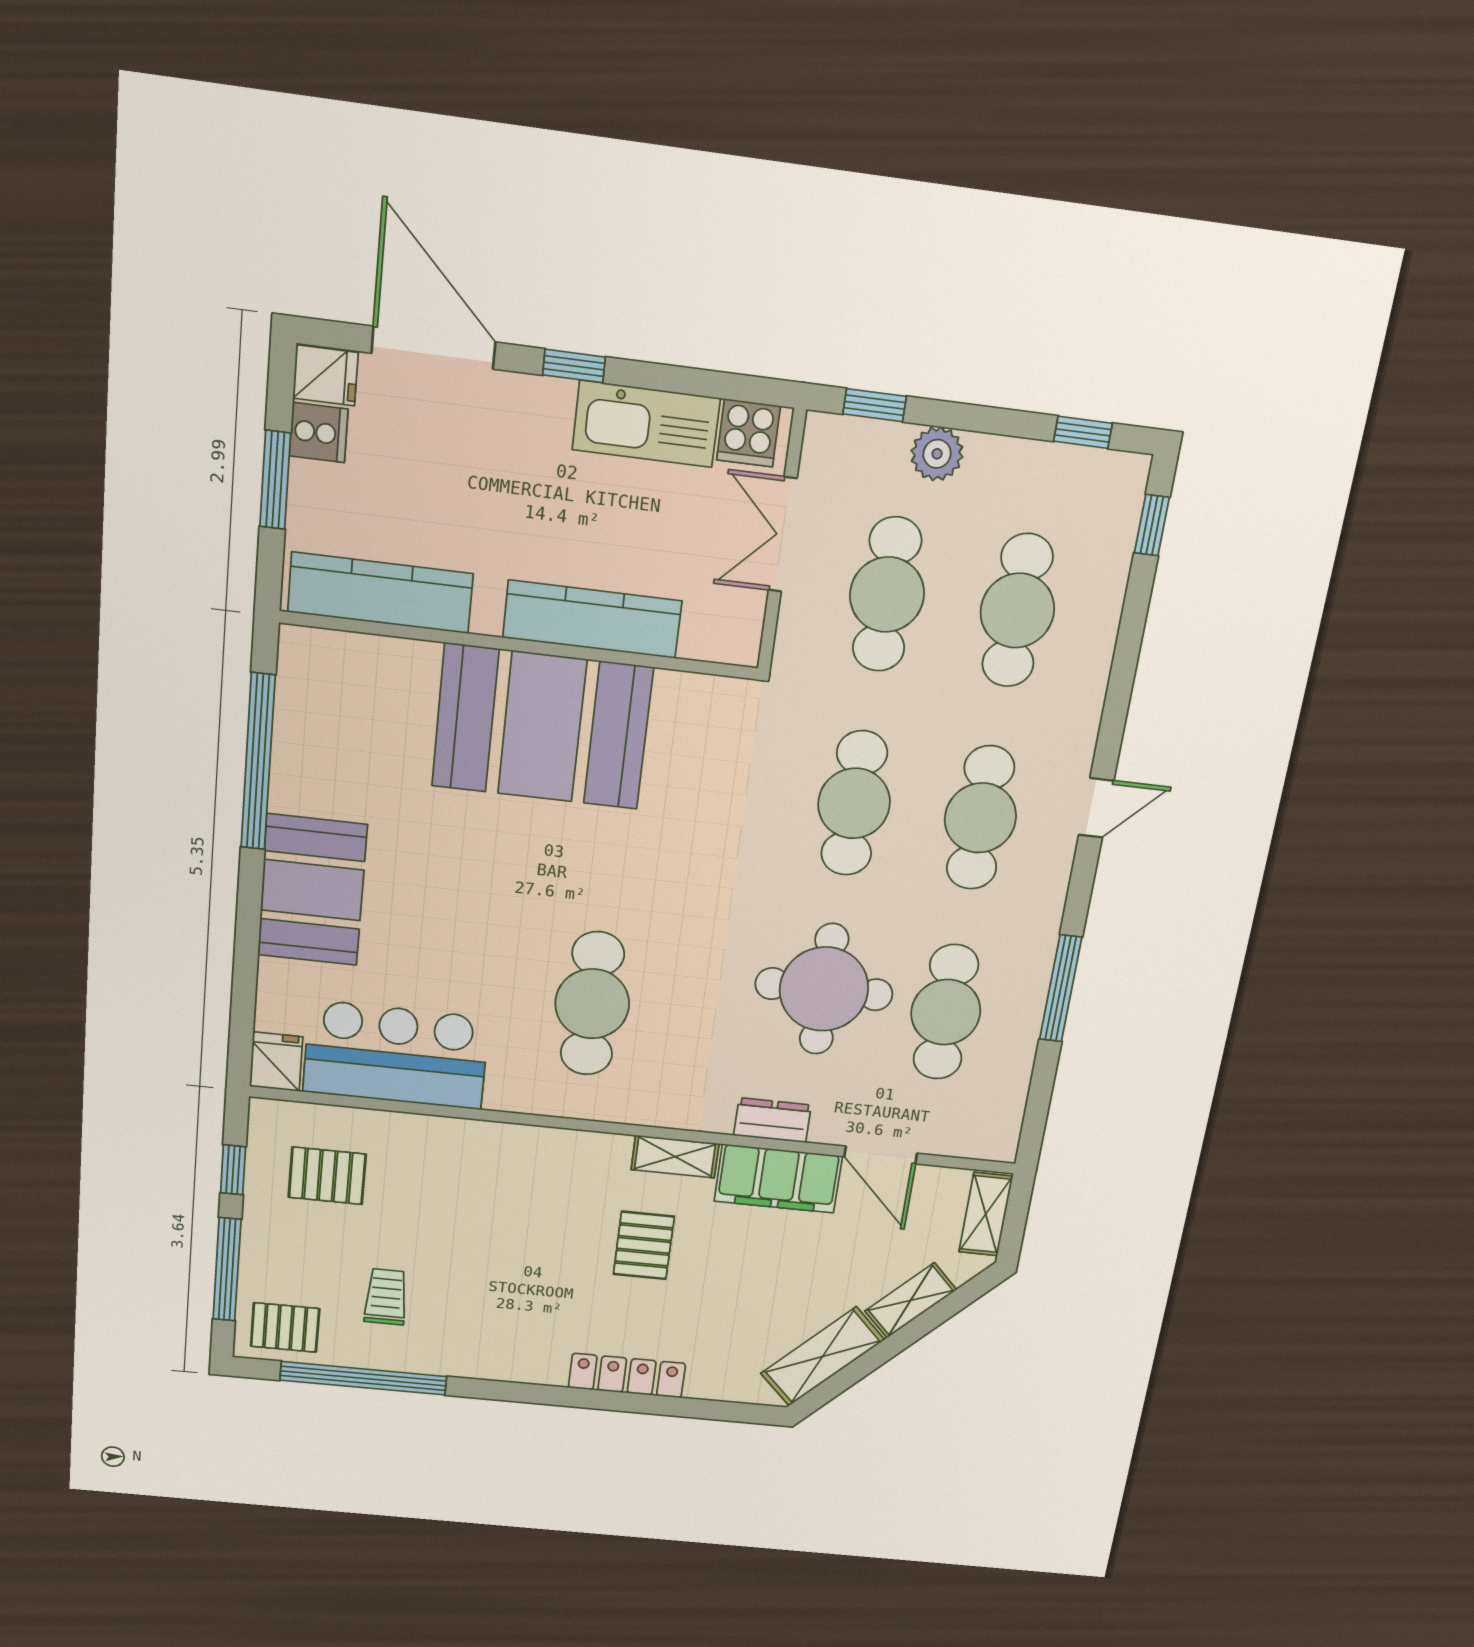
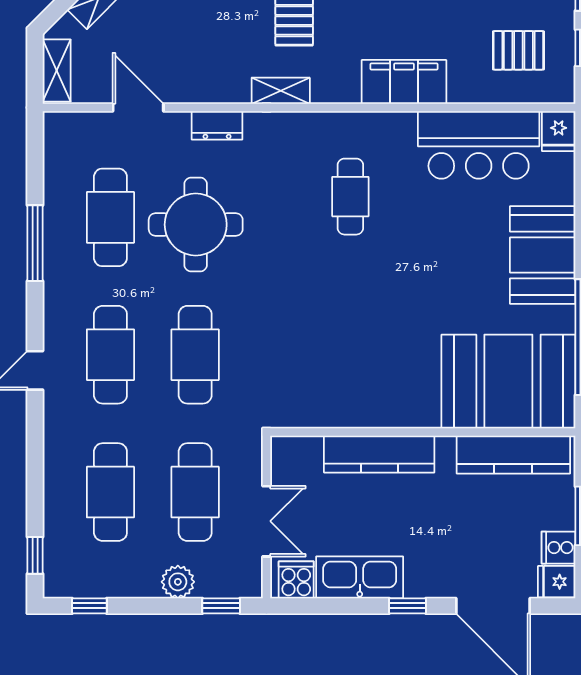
booth: (542, 727) -> (508, 381), moved
cafe table: (592, 1004) -> (350, 197), width x0.73, depth x0.74
filing cabinet: (778, 1179) -> (404, 82), moved

